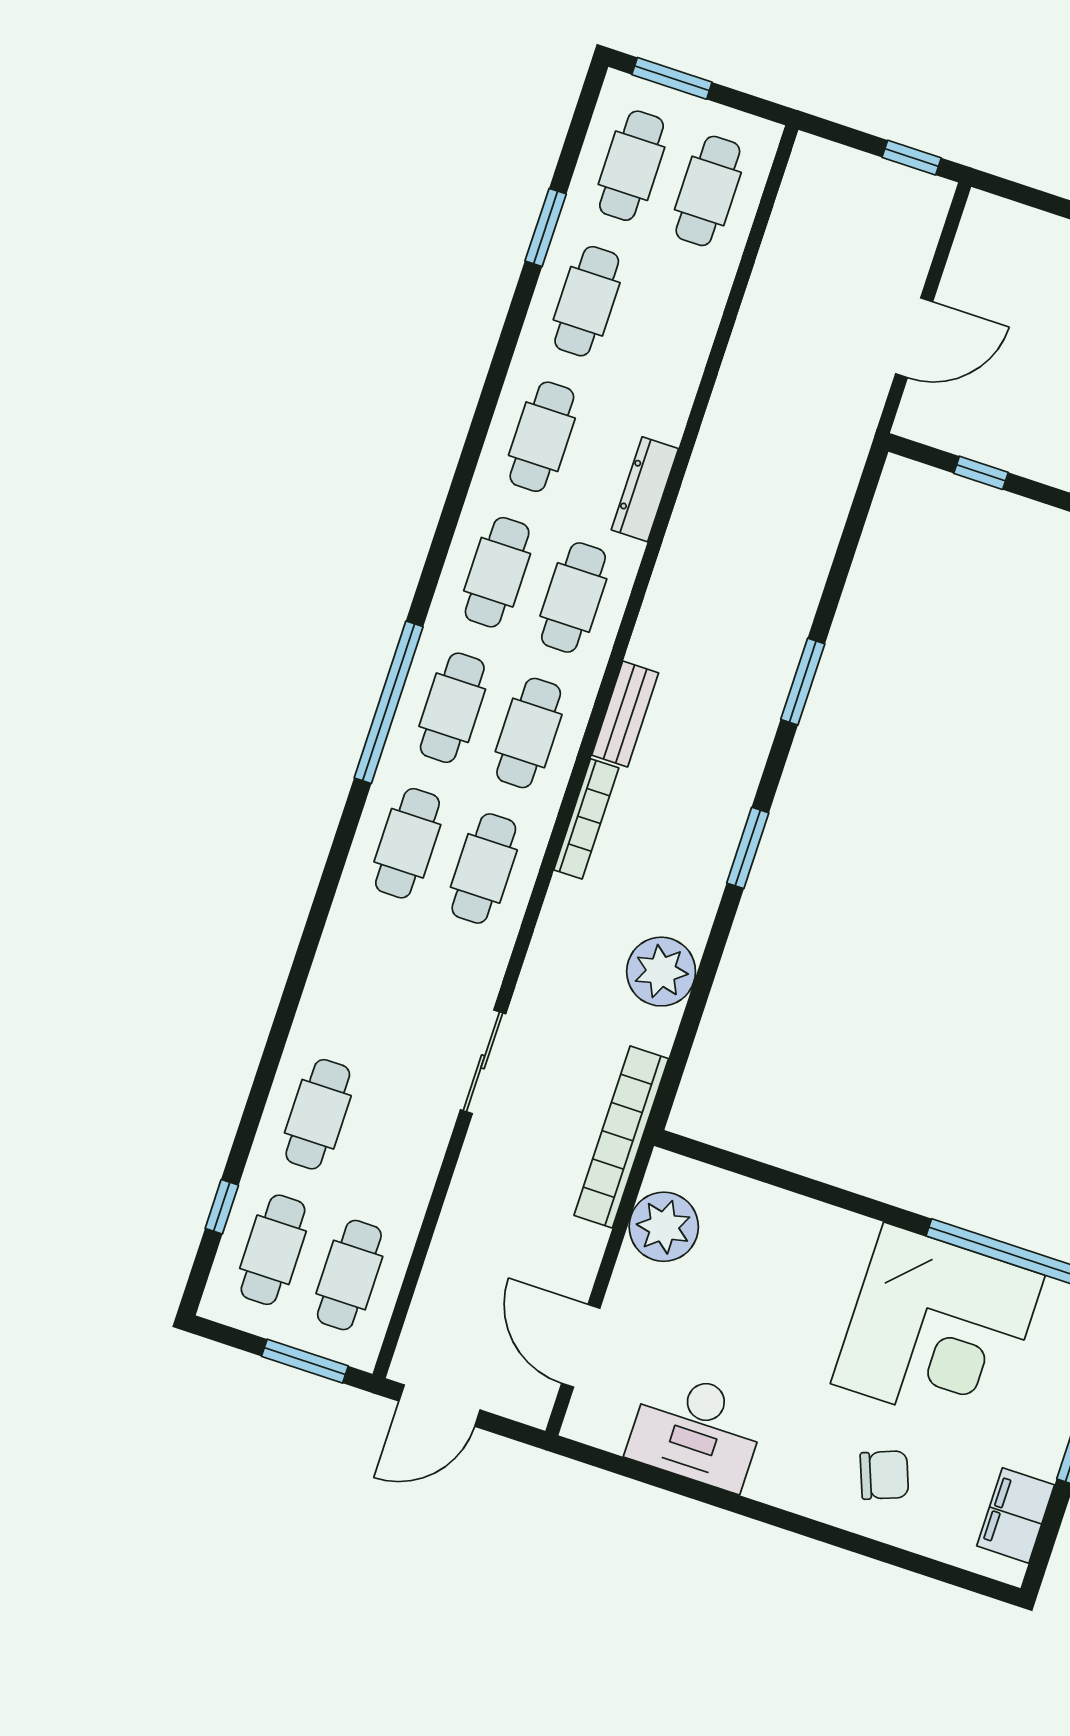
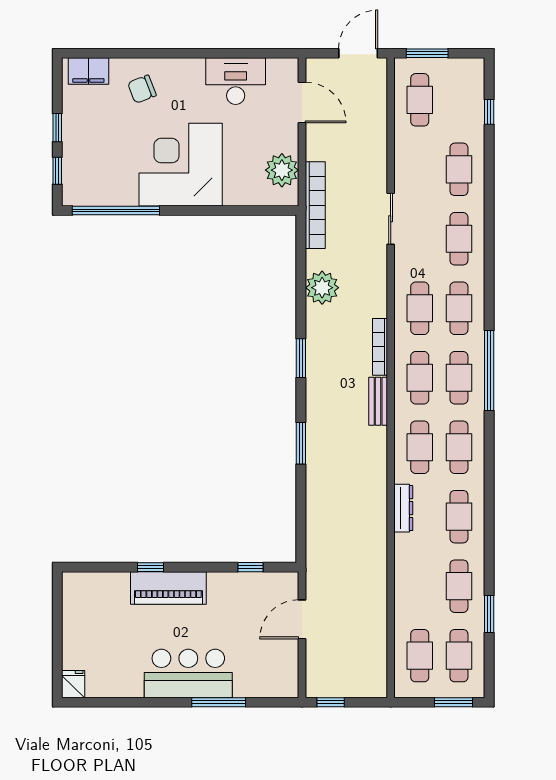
cafe table: (273, 1250) -> (459, 239), moved
corner desk: (938, 1329) -> (181, 165), moved
filing cabinet: (1016, 1515) -> (88, 71), moved, turned 90

